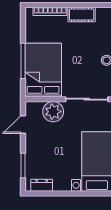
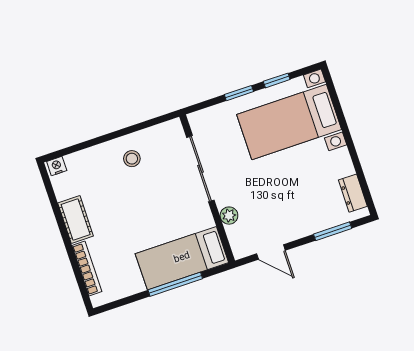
bed: (43, 70) -> (182, 258), width x0.67
plant: (53, 112) -> (229, 216), width x0.53, depth x0.53

